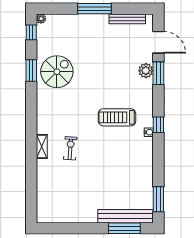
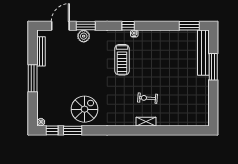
window: (31, 70) -> (73, 130), moved
spiral stairs: (57, 72) -> (85, 109), turned 90
window: (124, 228) -> (213, 67), moved

